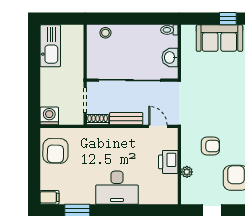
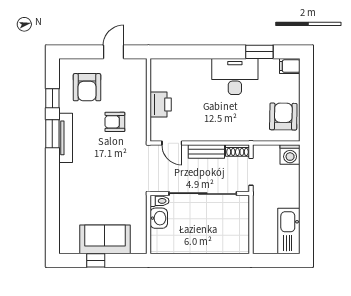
toilet: (169, 30) -> (159, 201), moved
stool: (105, 33) -> (229, 245), removed
plant: (187, 172) -> (140, 94), removed
desk: (117, 188) -> (235, 77), moved

